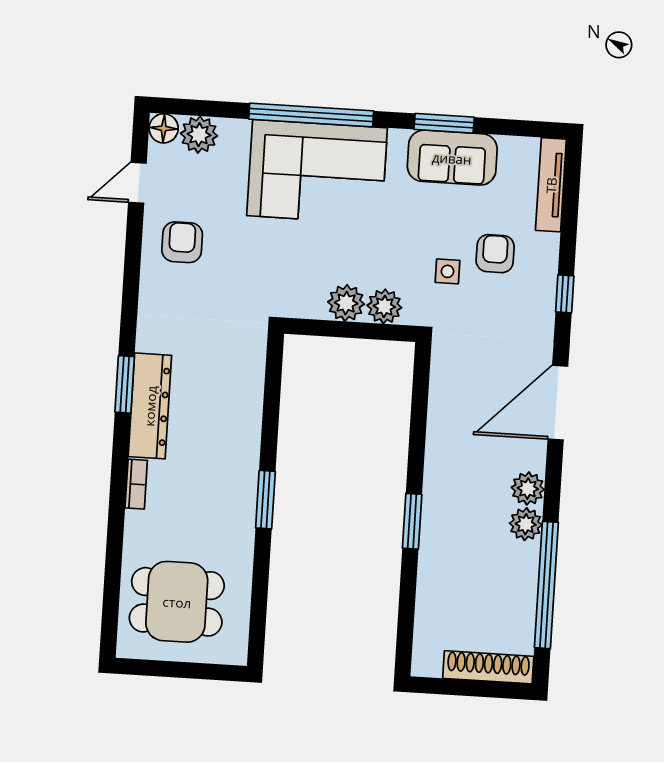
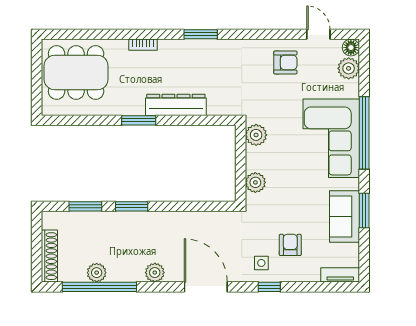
tv unit: (551, 185) -> (340, 275), width x0.71
armchair: (495, 254) -> (290, 245), turned -90
side table: (447, 271) -> (261, 263), moved
plant: (346, 303) -> (256, 135), moved
dresser: (150, 406) -> (176, 105), moved, turned 180
plant: (526, 524) -> (97, 273), moved
window: (407, 600) -> (85, 206), added
dining table: (177, 602) -> (76, 72), width x1.38

